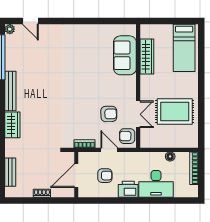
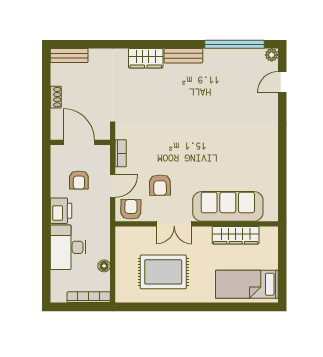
sofa: (125, 55) -> (228, 206), width x1.36
bench: (10, 91) -> (183, 56), width x0.73
rug: (175, 112) -> (163, 272), turned 90
double door: (138, 114) -> (174, 224), moved
bench: (10, 172) -> (69, 56), moved

